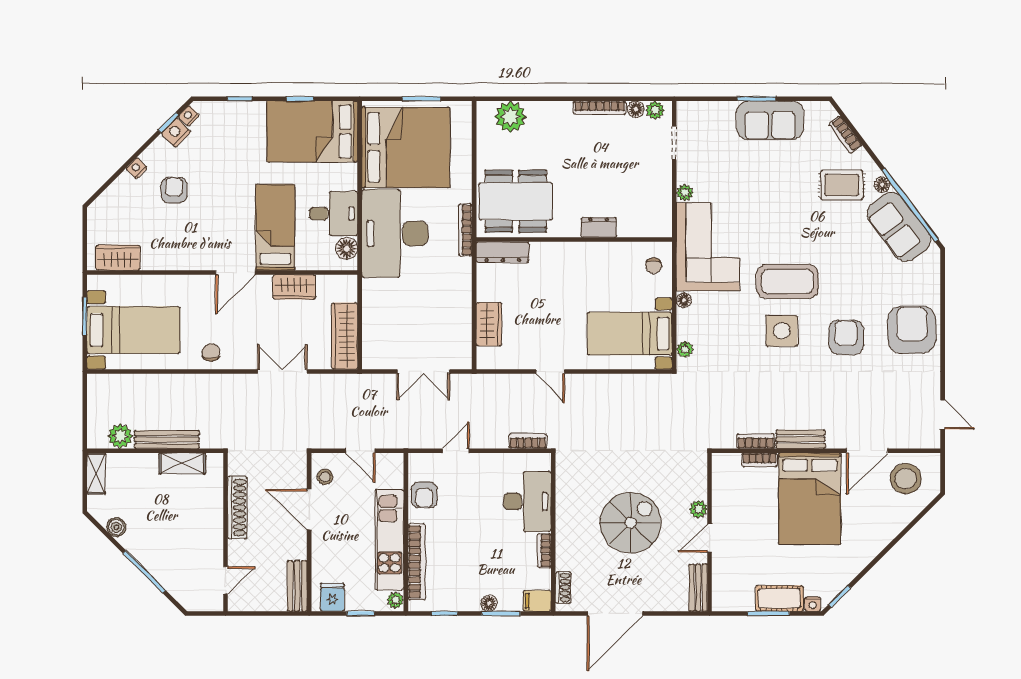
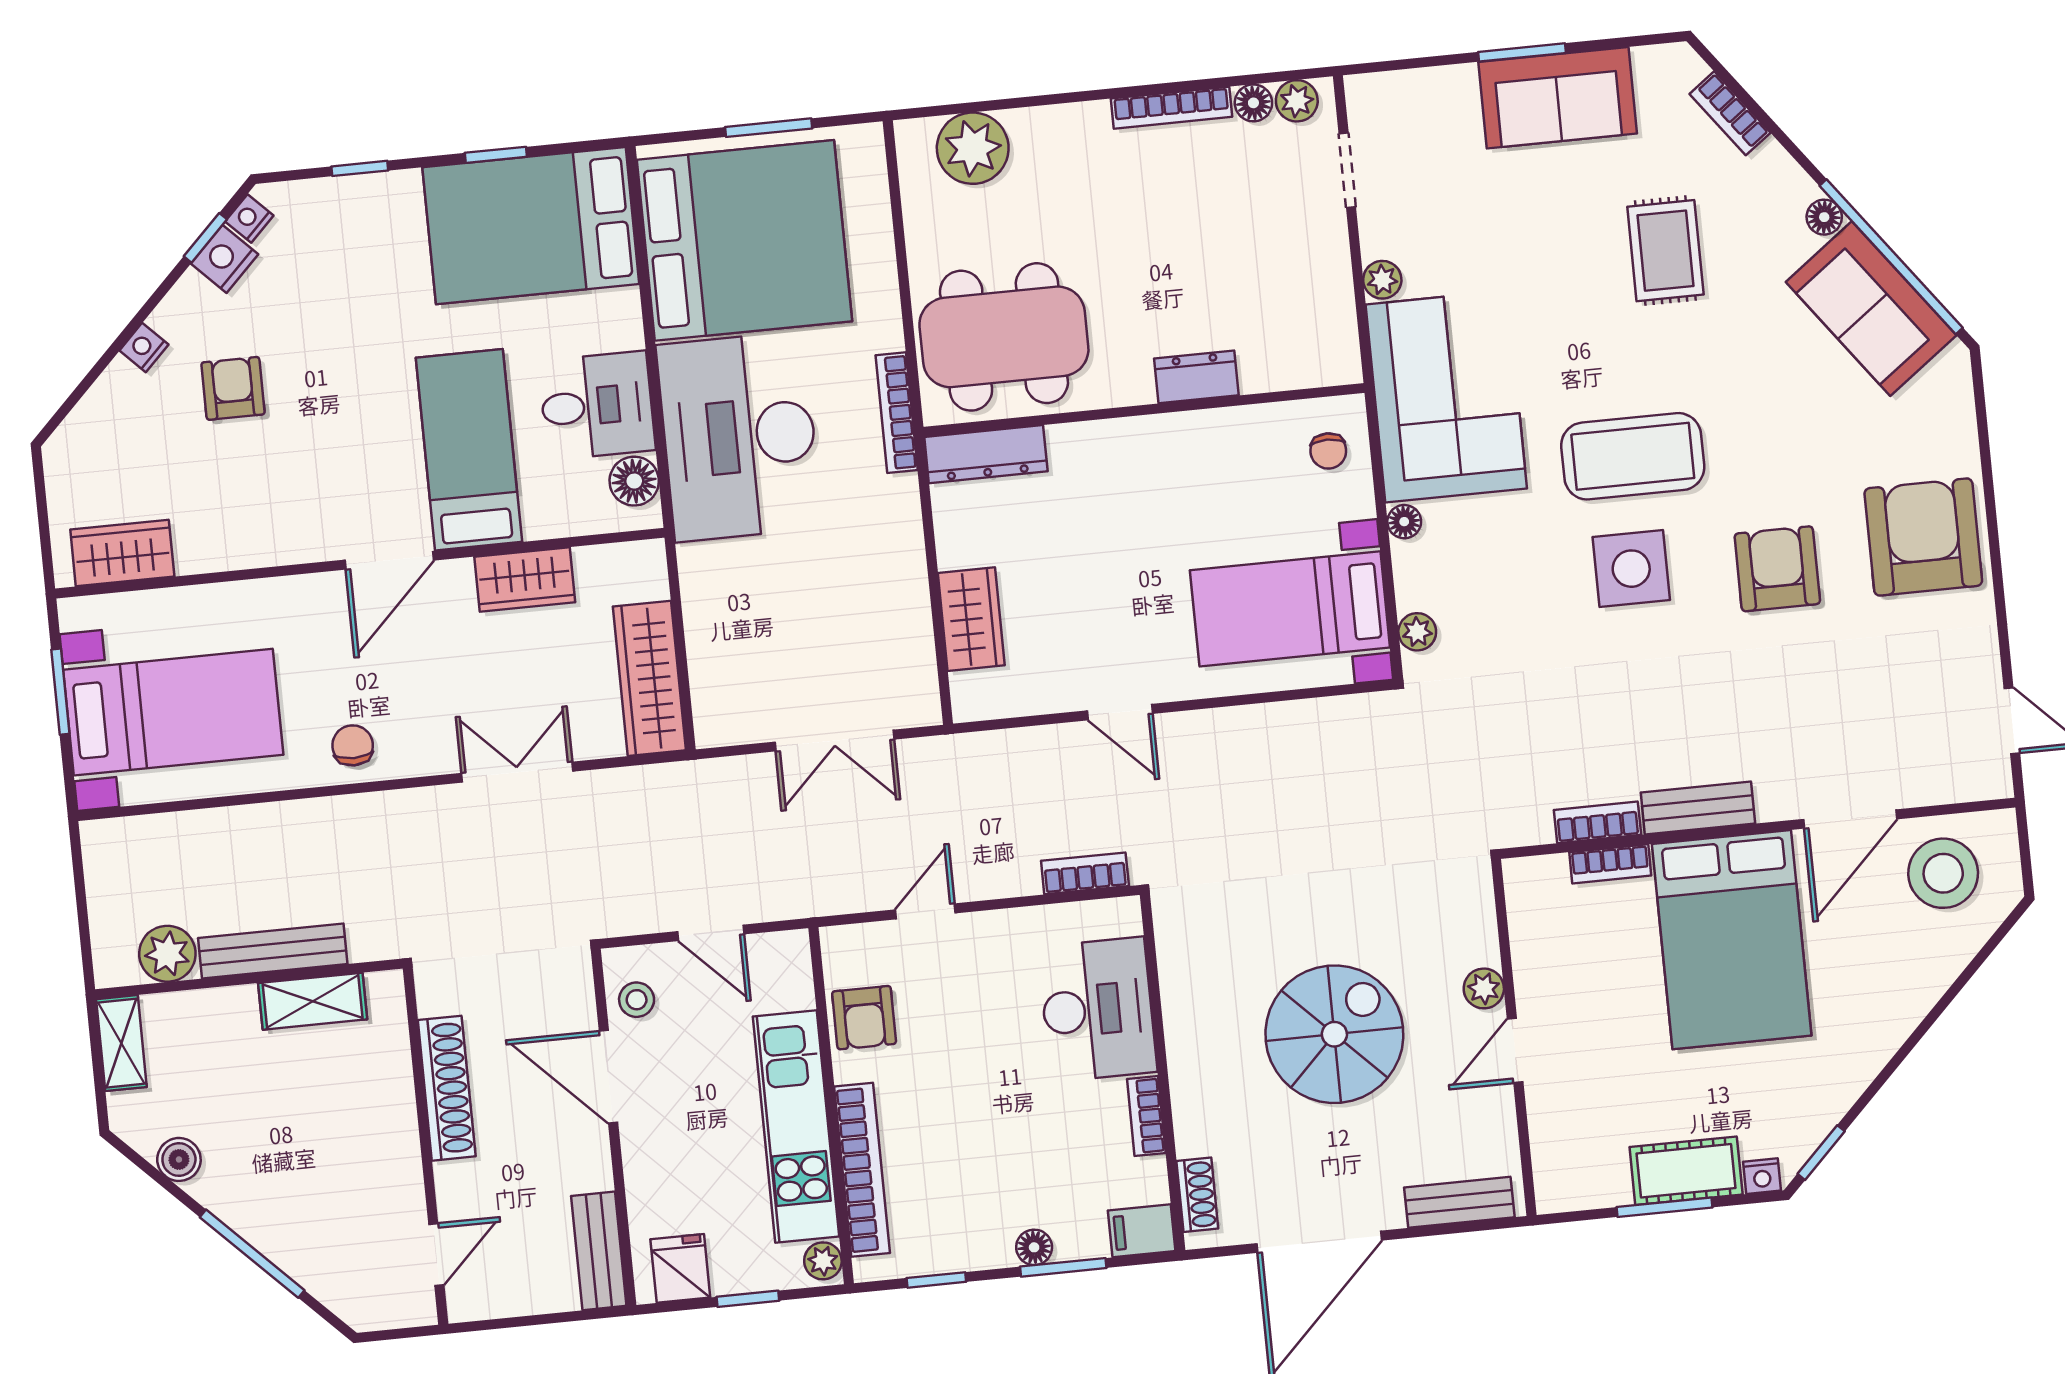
rug: (842, 185) -> (1665, 251), moved, turned 90
bench: (698, 588) -> (1459, 1202), moved, turned 90

